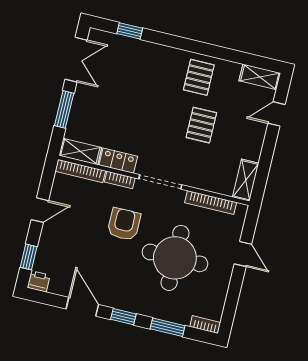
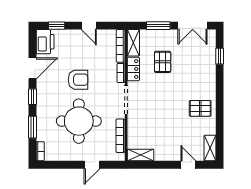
pallet: (201, 125) -> (163, 62), moved, turned 90
armchair: (124, 224) -> (78, 80), moved
printer: (39, 281) -> (45, 42), width x1.87, depth x1.48

